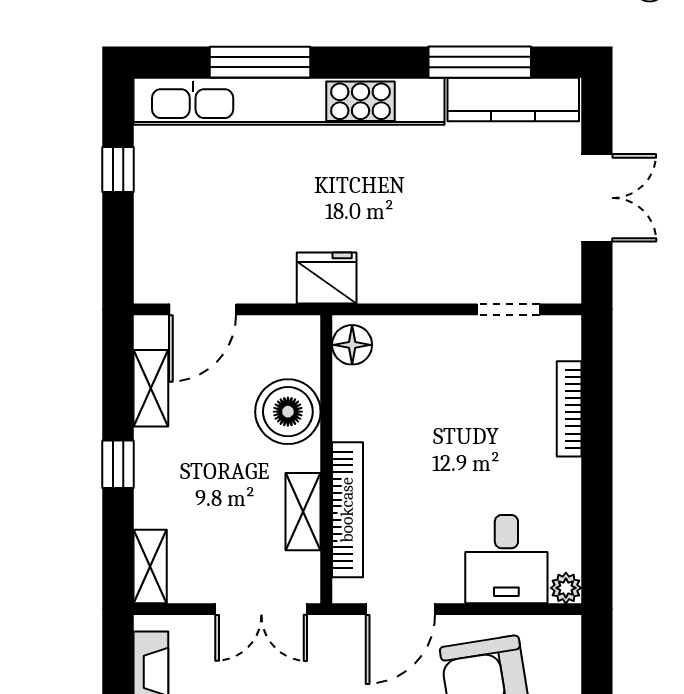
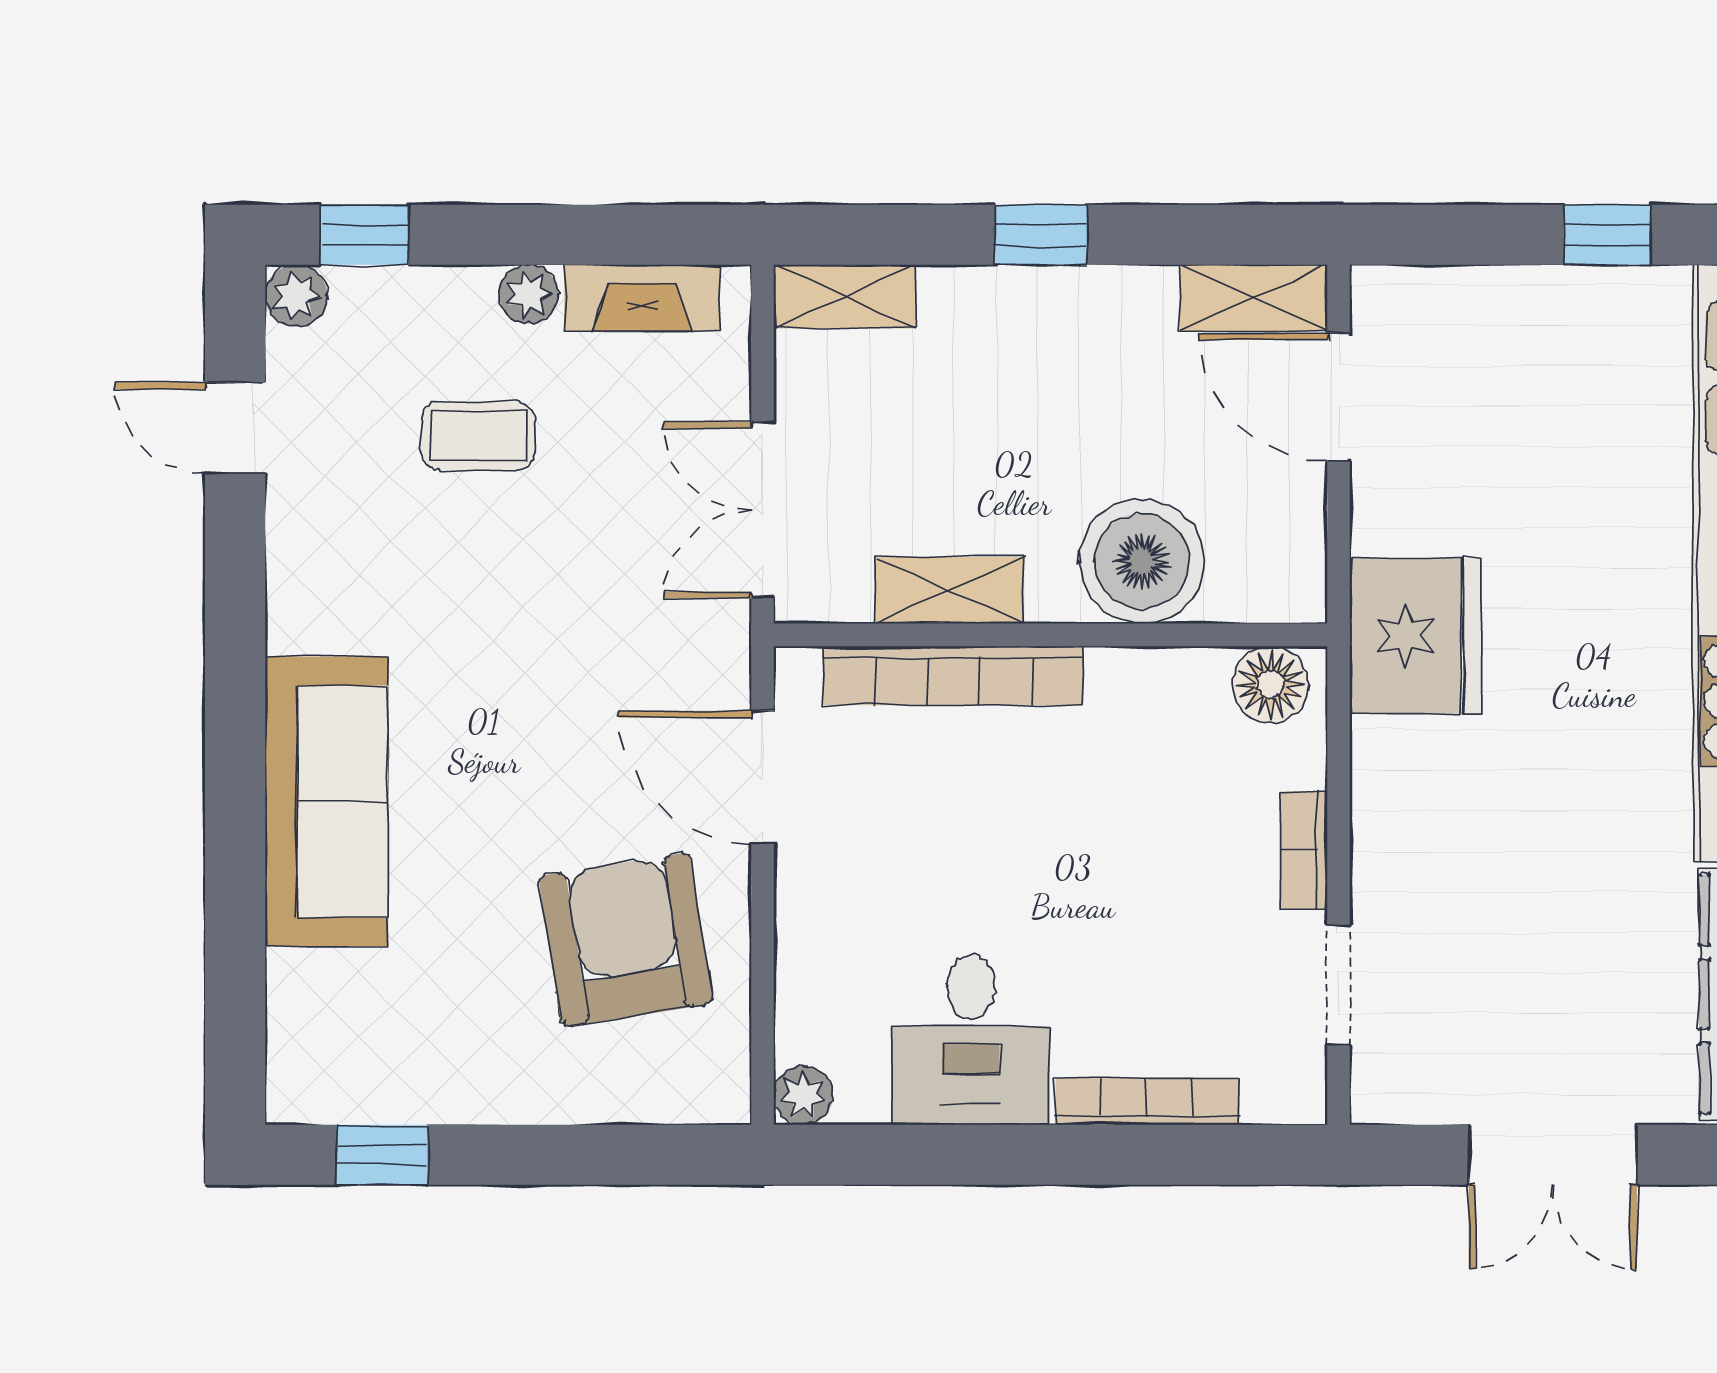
fridge: (327, 278) -> (1416, 636), width x1.36, depth x1.34
bookcase: (438, 327) -> (1304, 850), added
shelving: (151, 388) -> (1254, 298), moved
desk: (506, 559) -> (971, 1040), moved, turned -90

